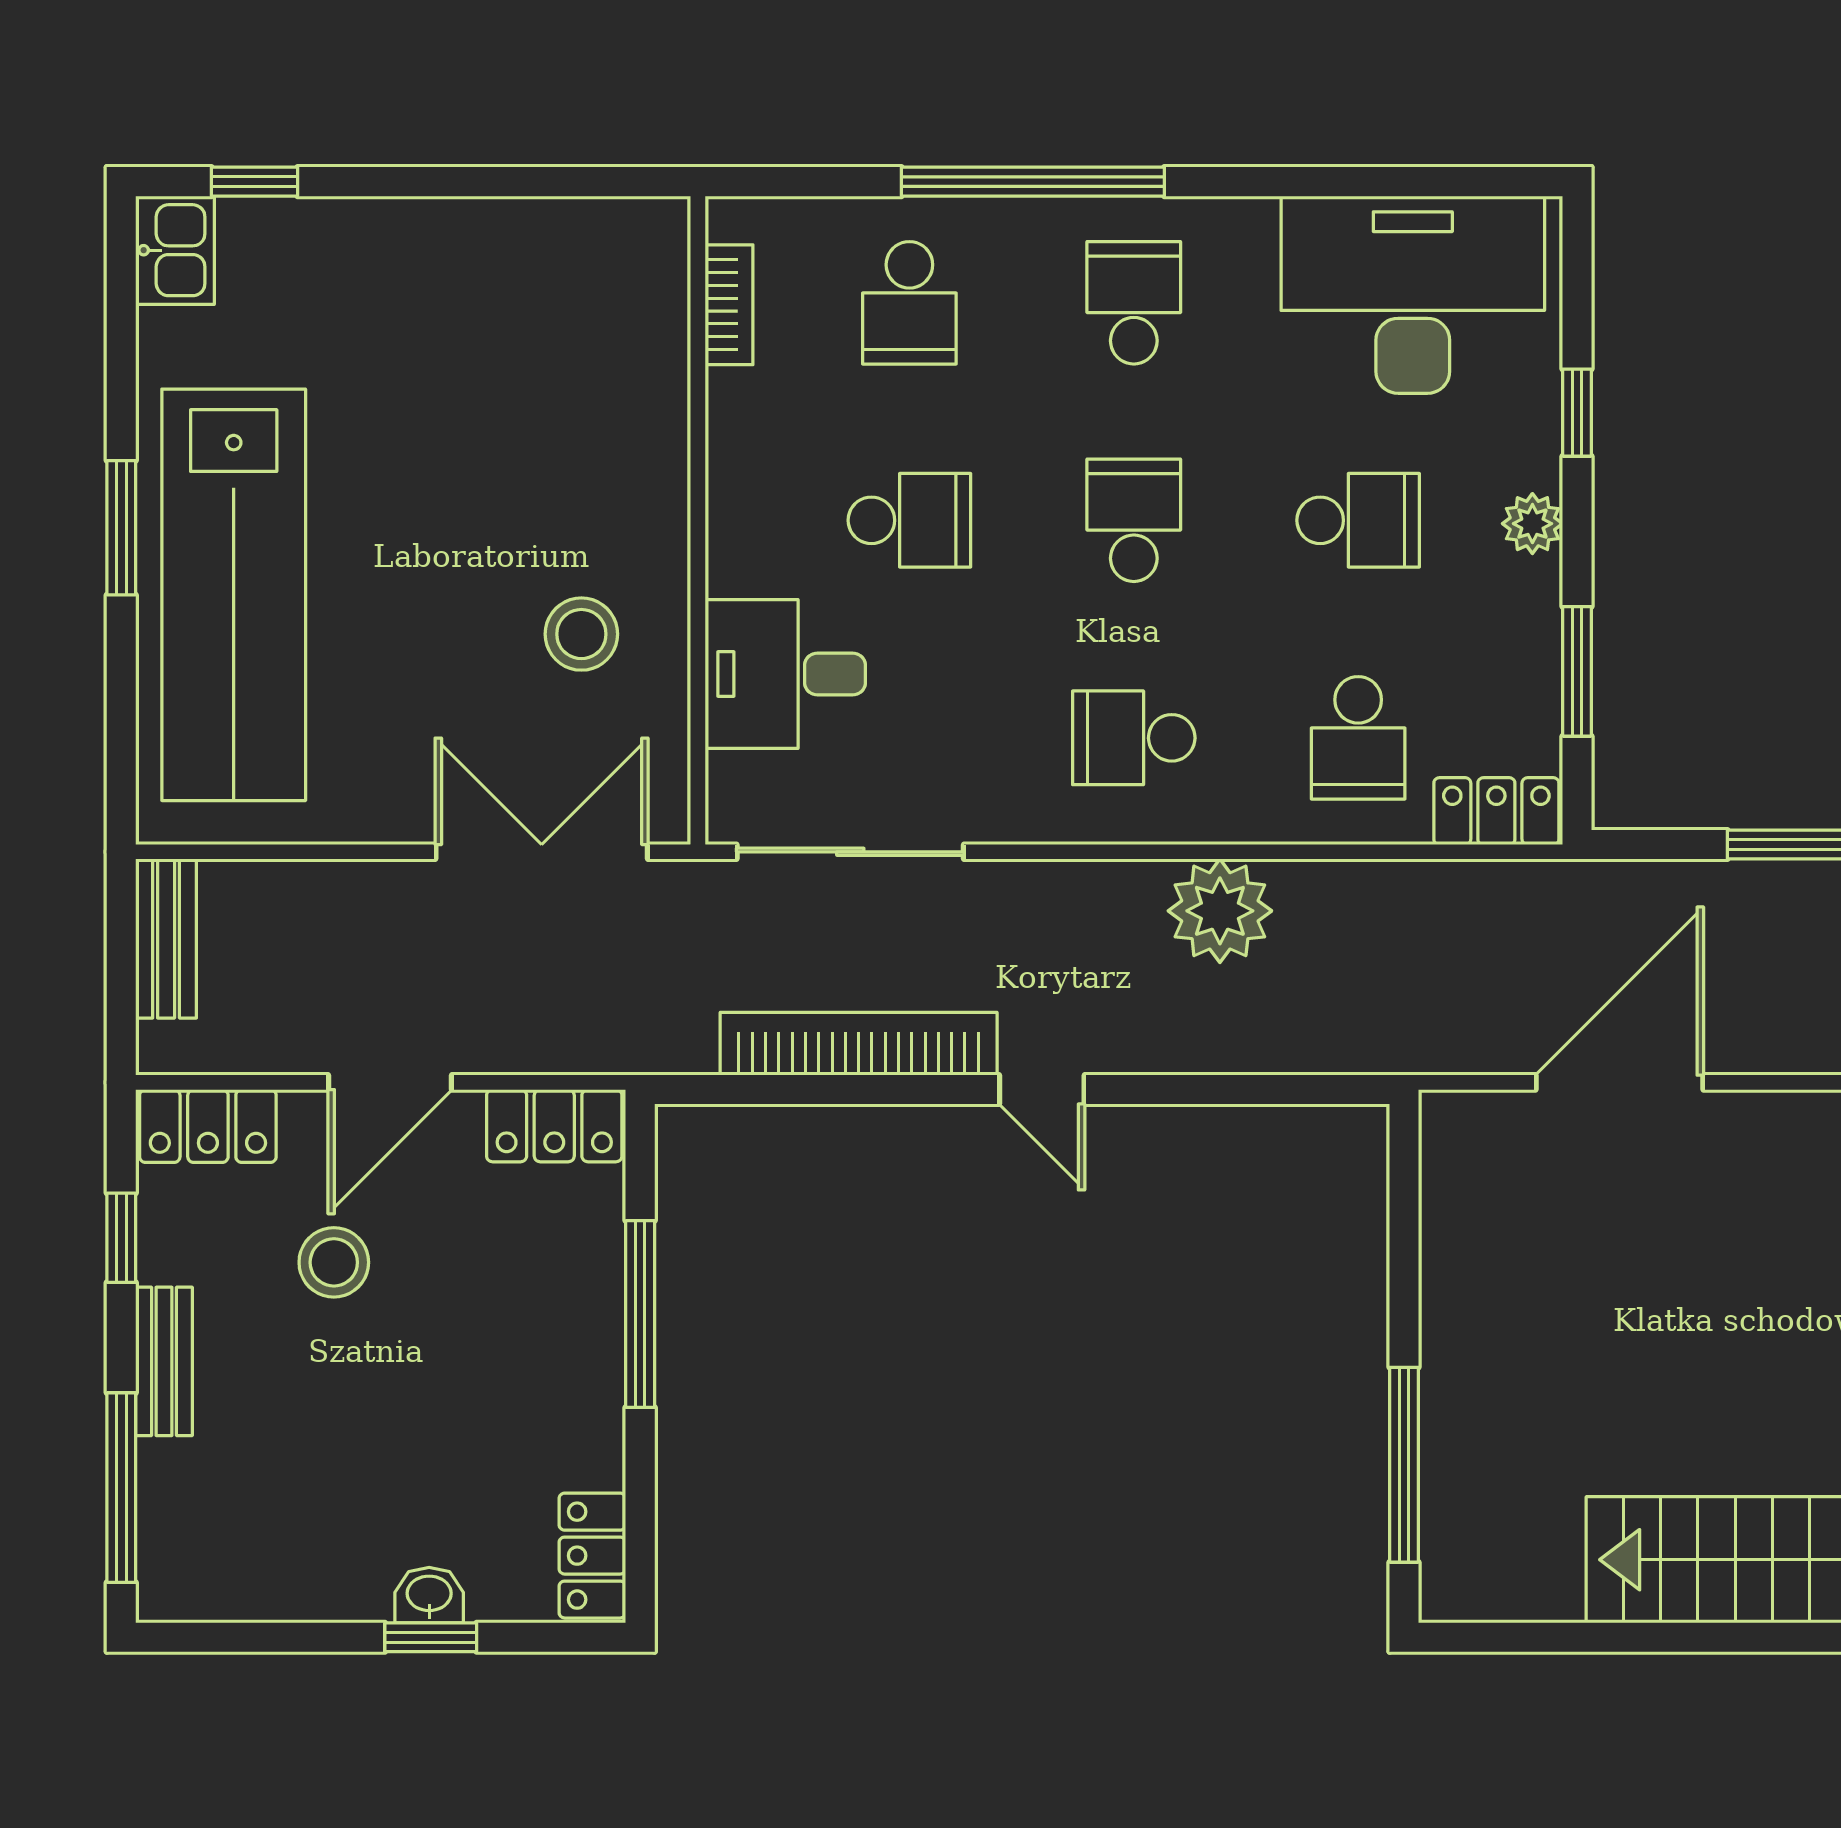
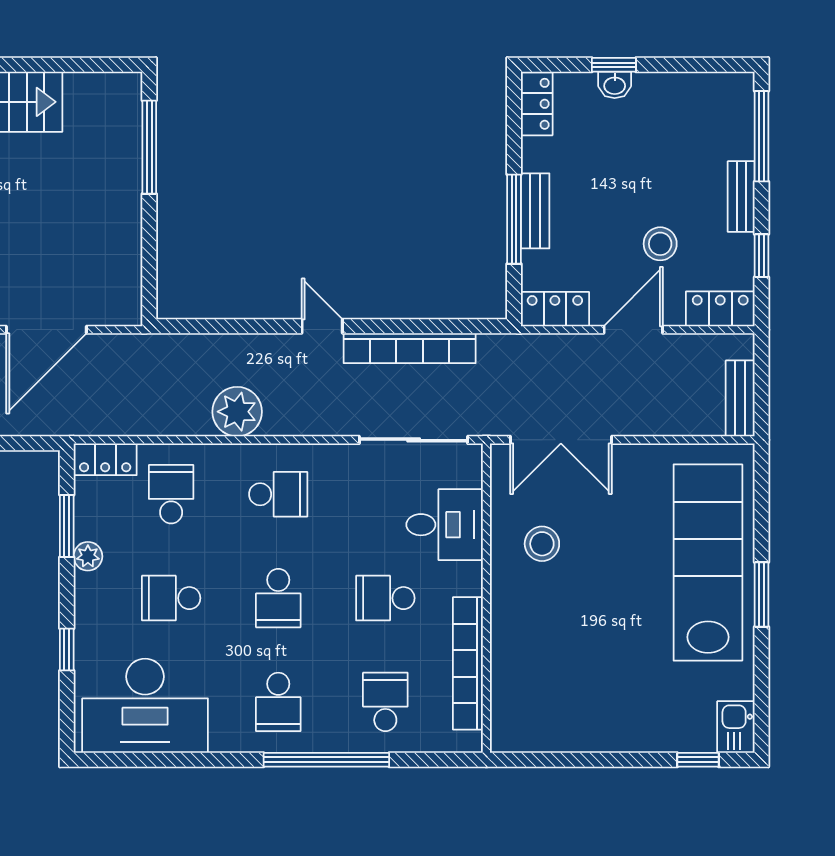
bookcase: (729, 305) -> (468, 663), width x2.31, depth x1.31
plant: (1532, 524) -> (88, 556), moved
bench: (596, 1331) -> (535, 211), added

